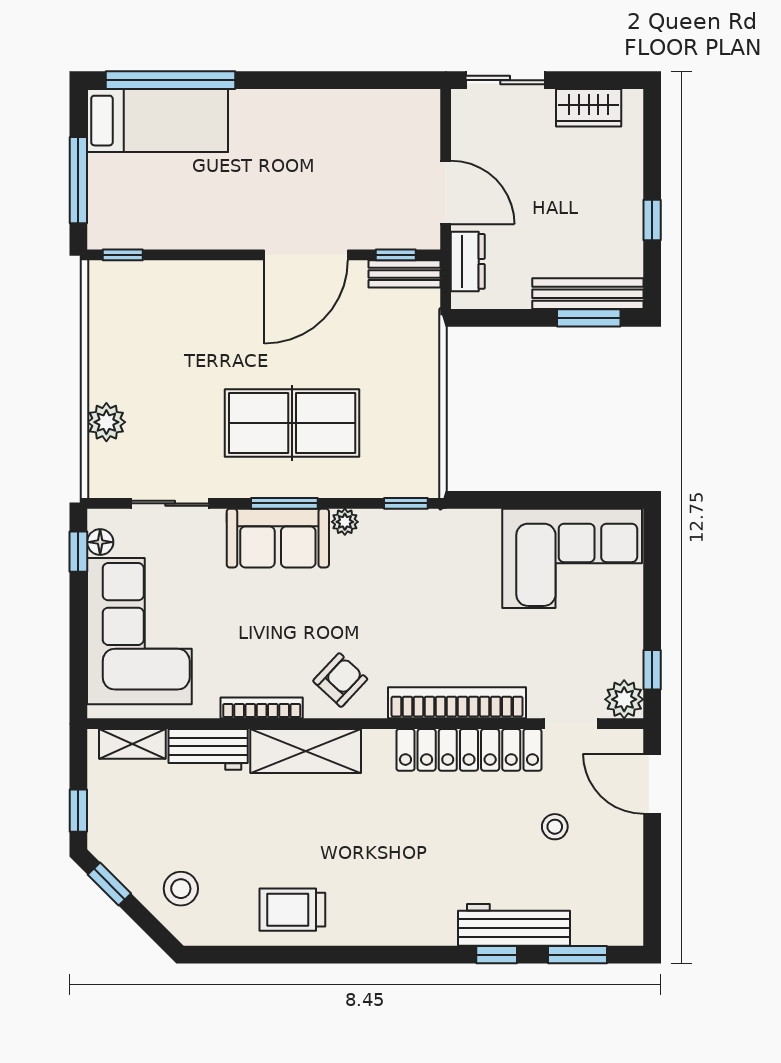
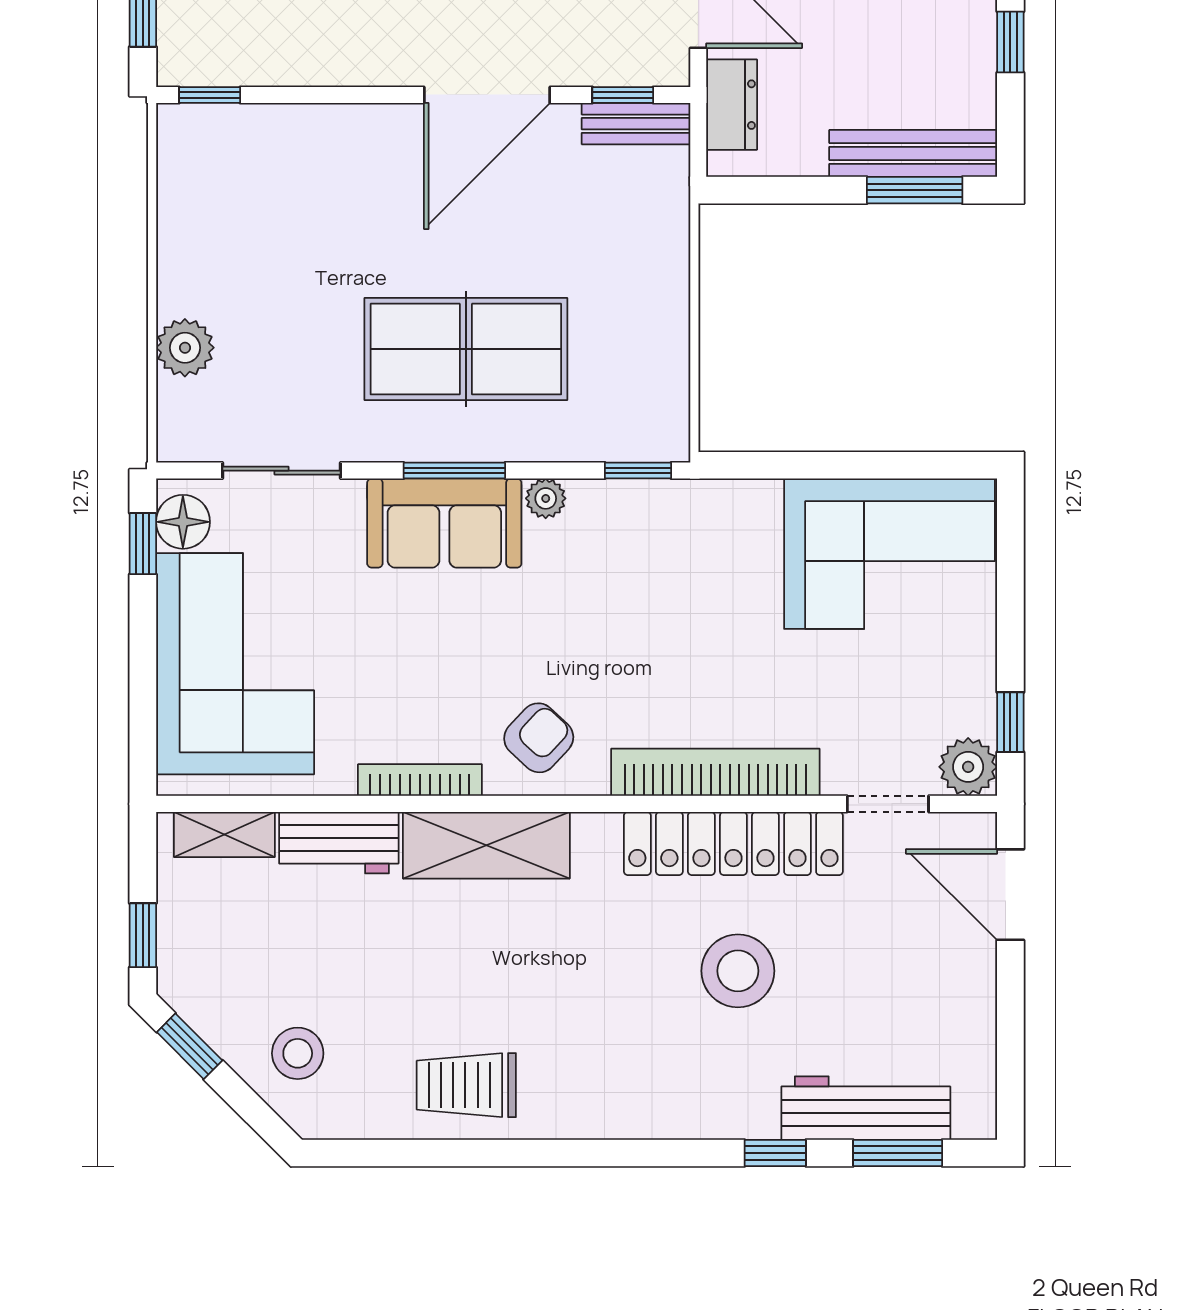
floor lamp: (100, 542) -> (183, 522), width x1.37, depth x1.37
stool: (555, 827) -> (738, 971), moved, width x1.89, depth x1.89
workbench: (514, 925) -> (866, 1108), moved

